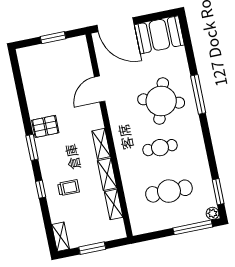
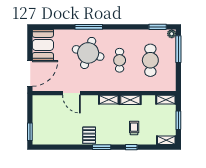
window: (53, 38) -> (30, 132), moved
shelving: (114, 204) -> (166, 100), moved

